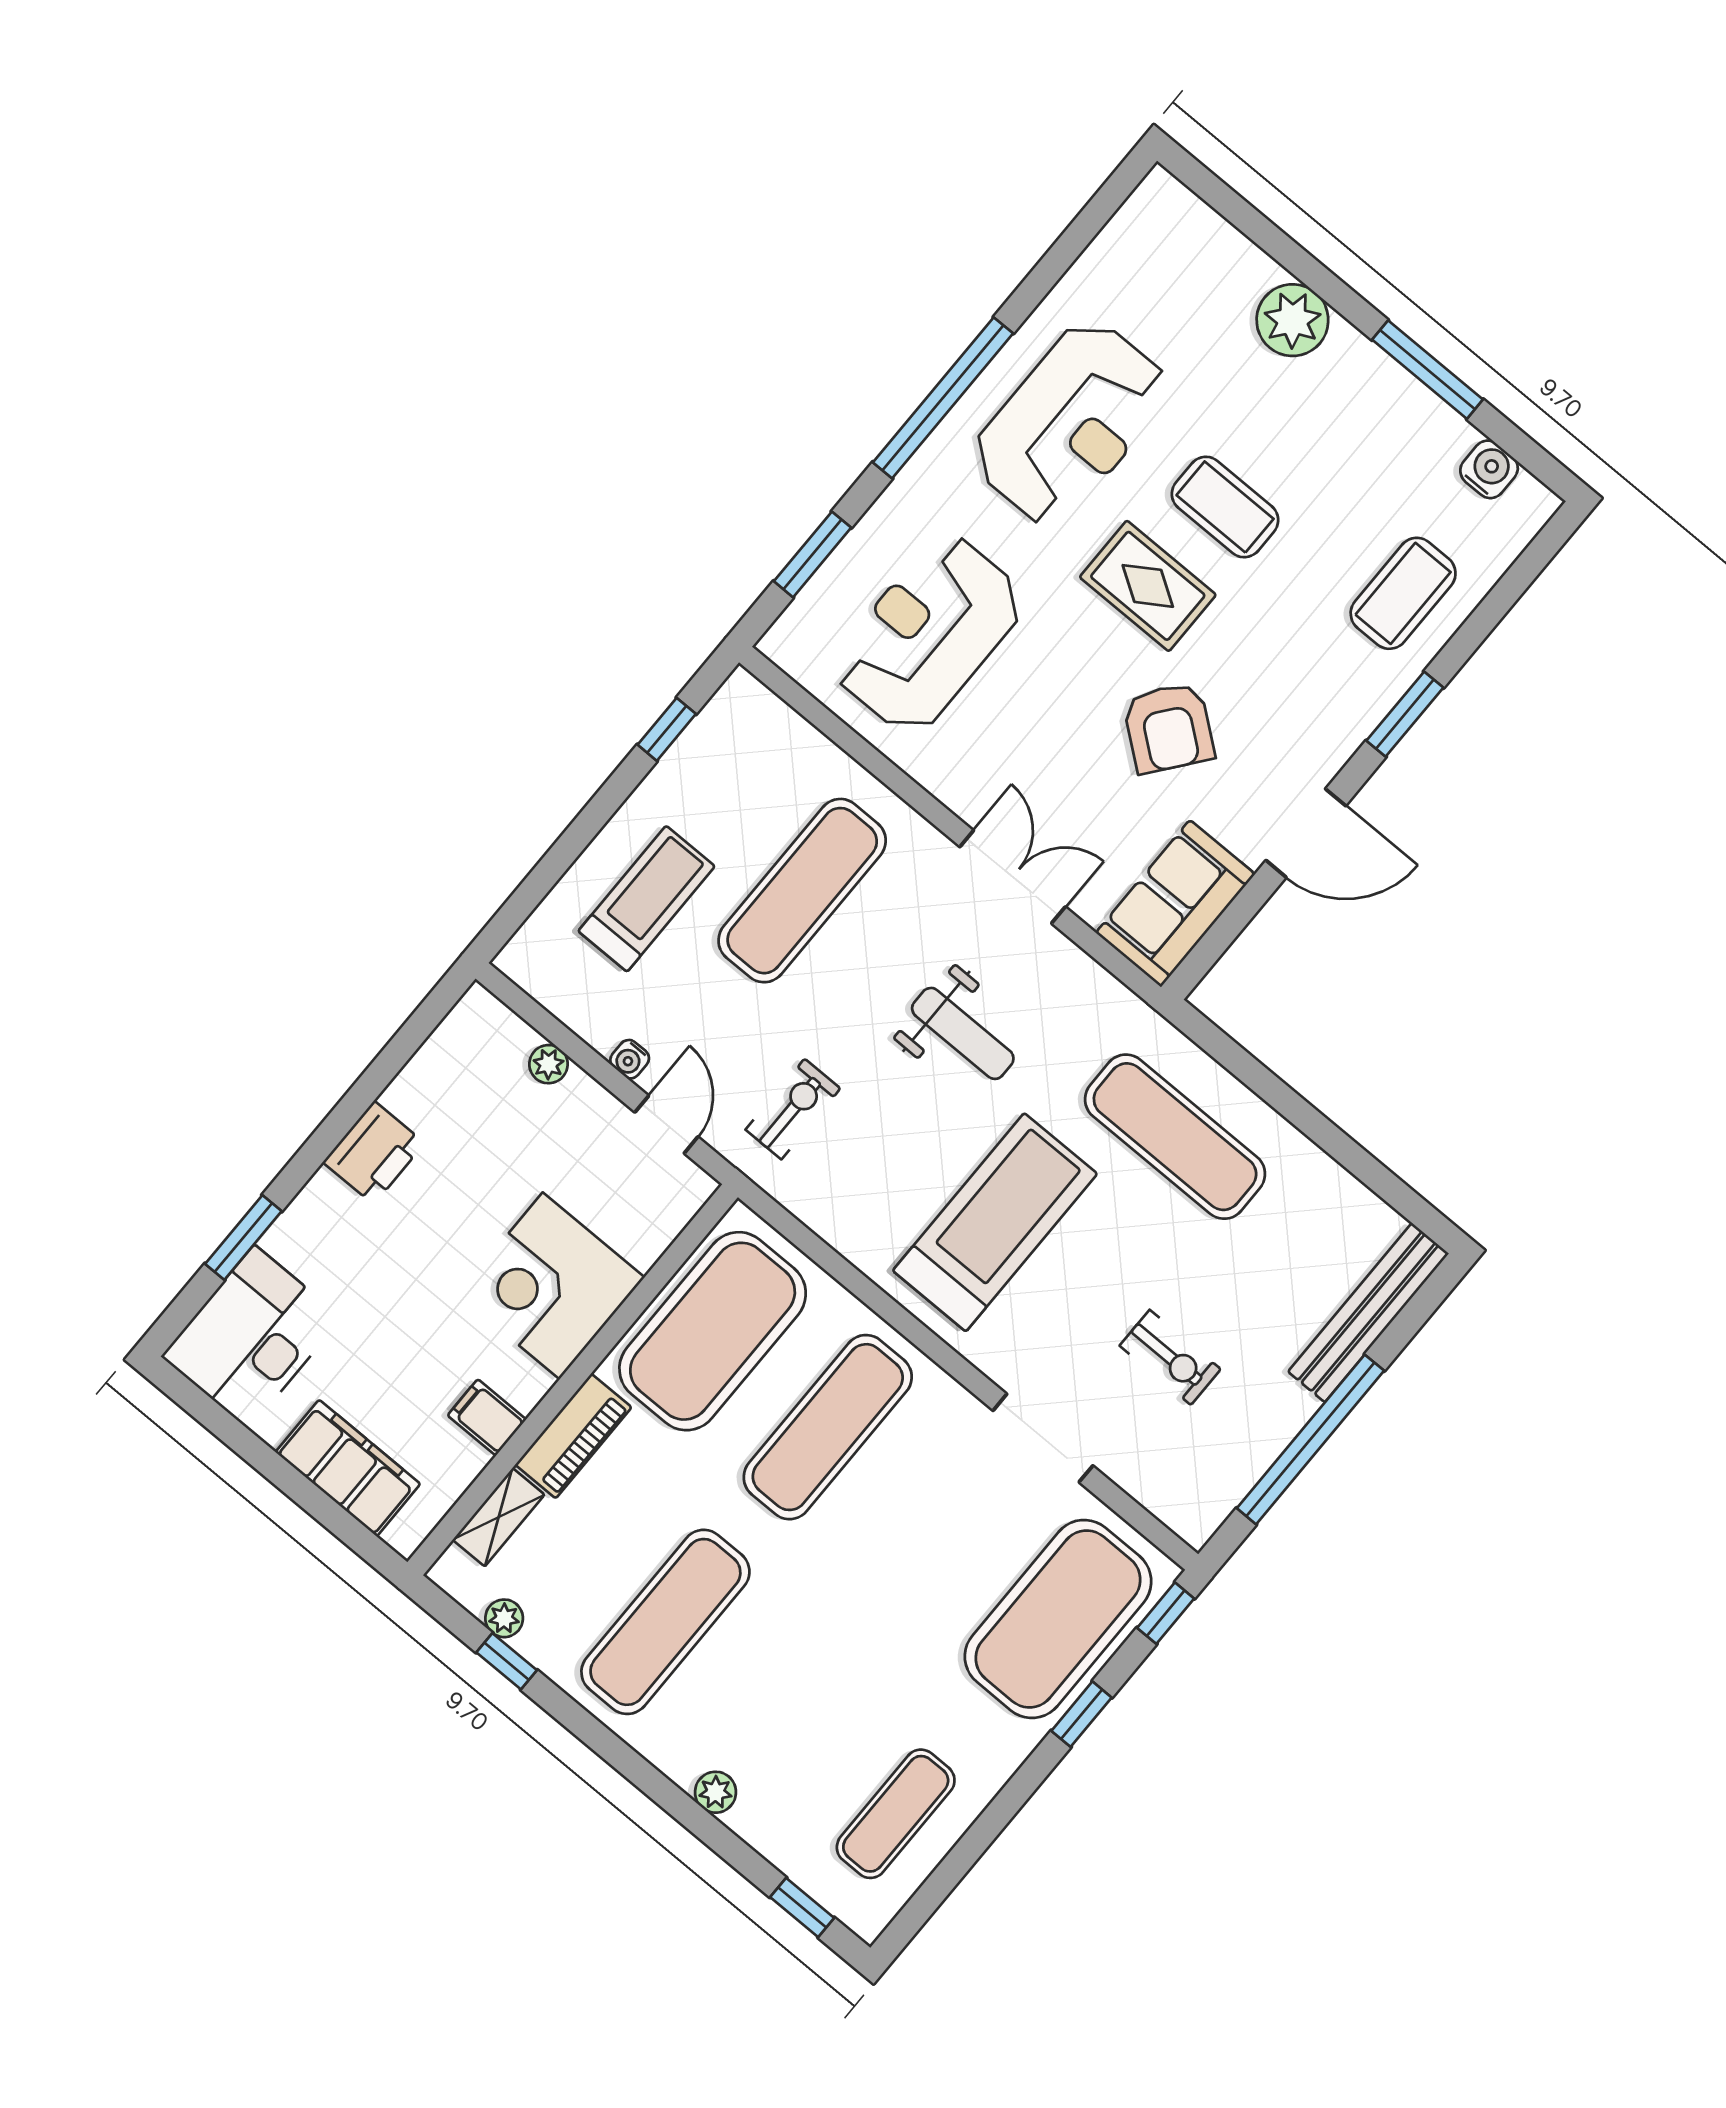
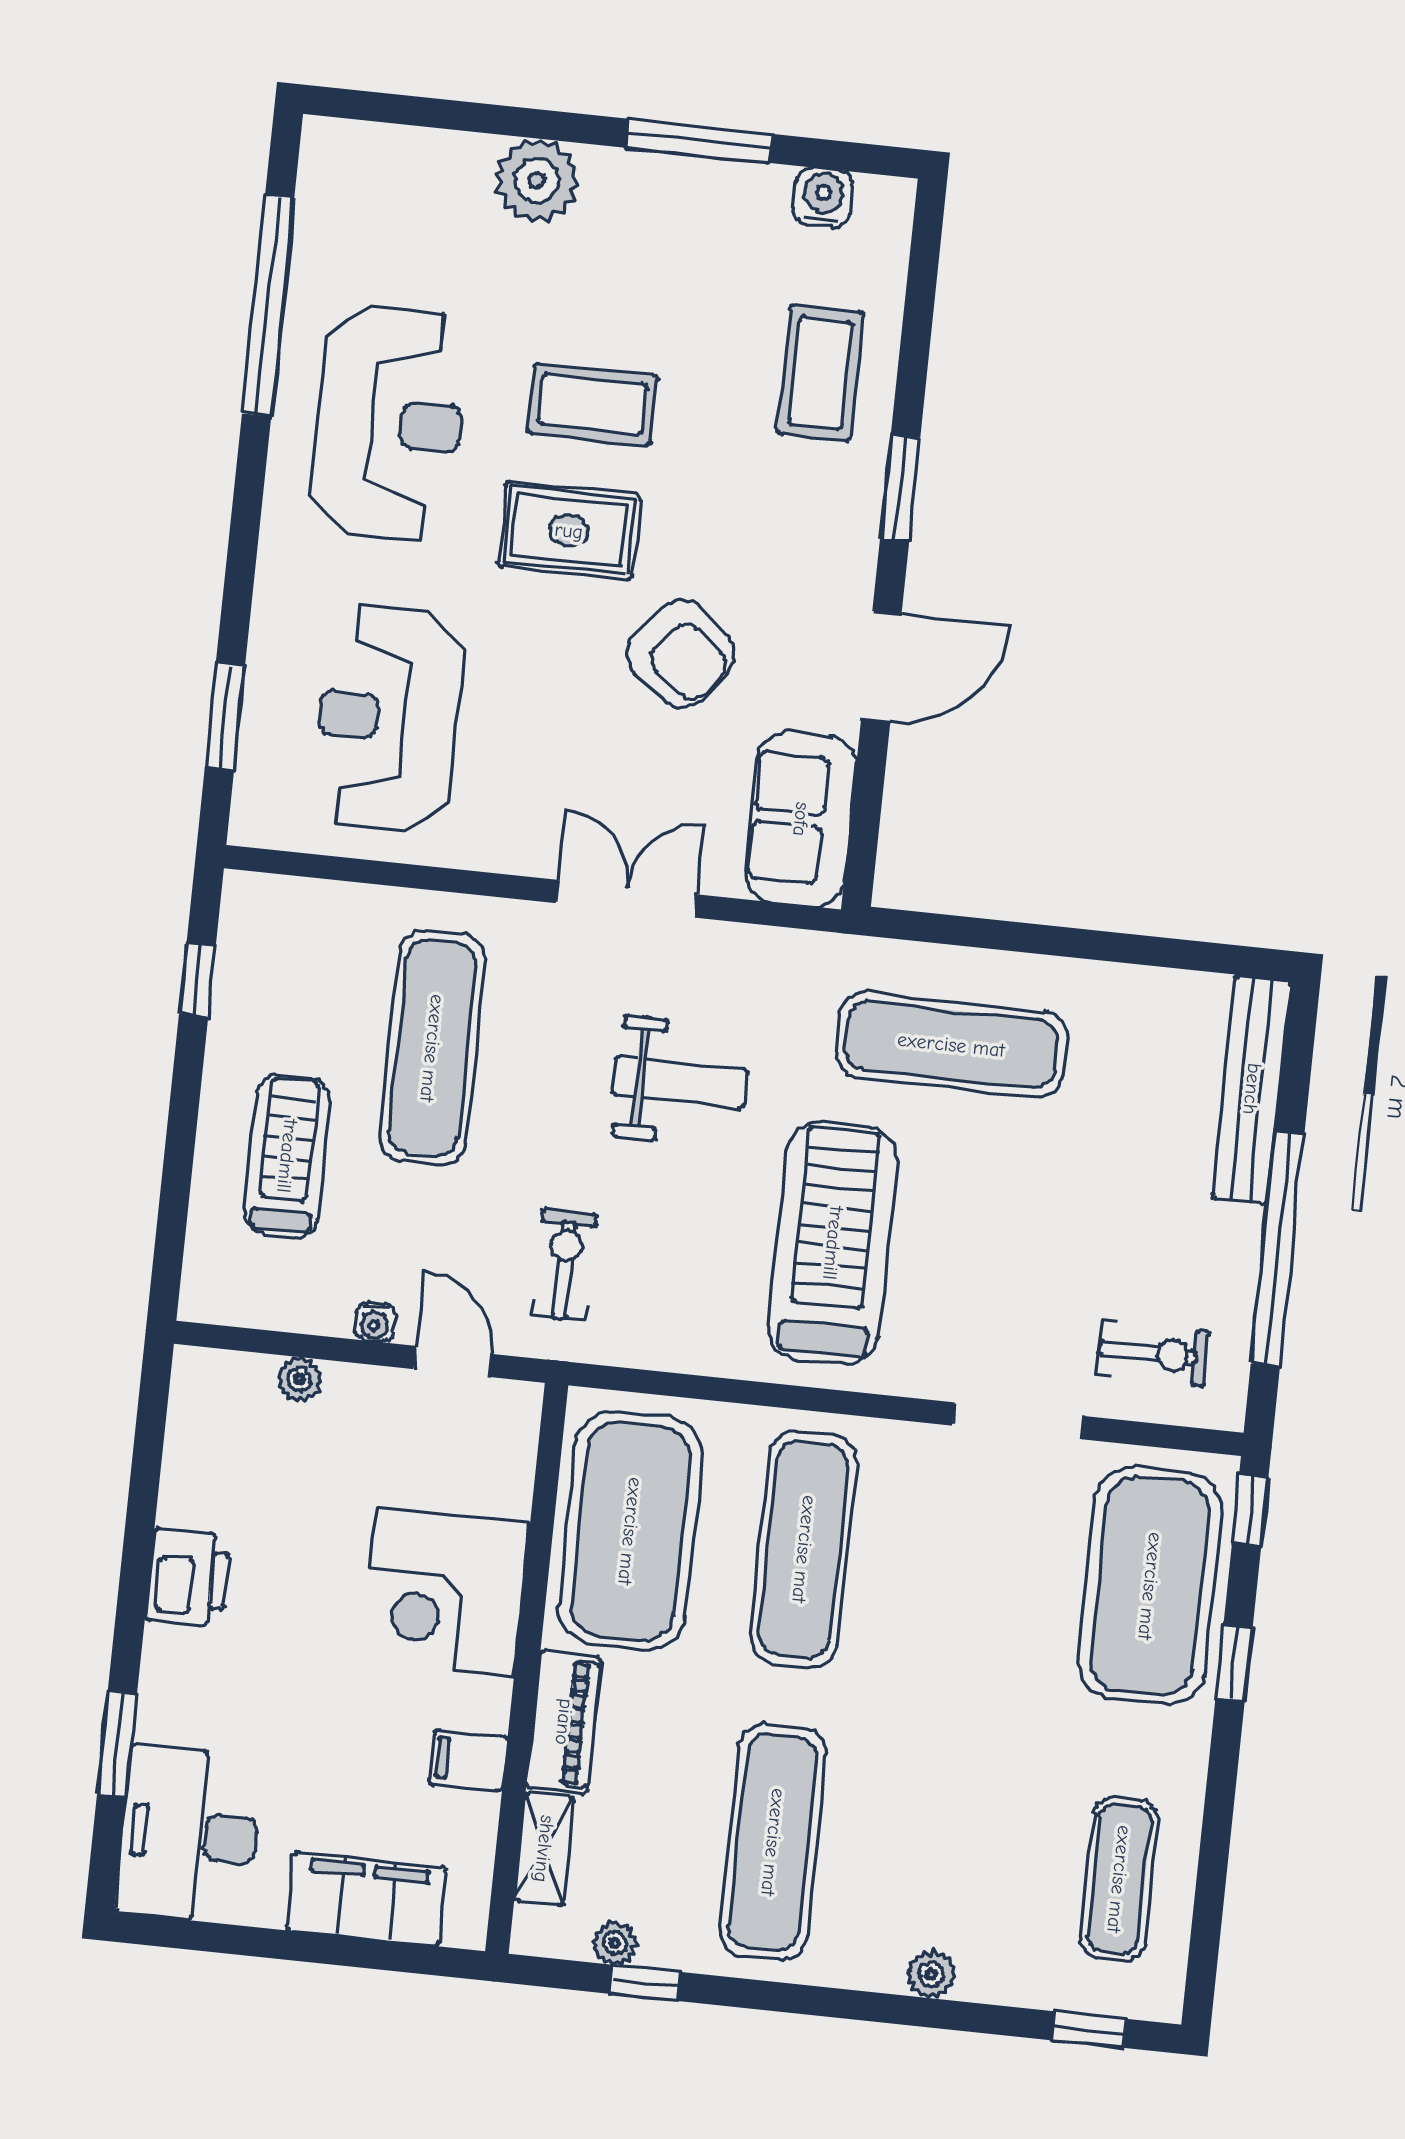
window: (943, 398) -> (268, 306), moved
exercise bike: (1170, 1357) -> (1153, 1353), moved

